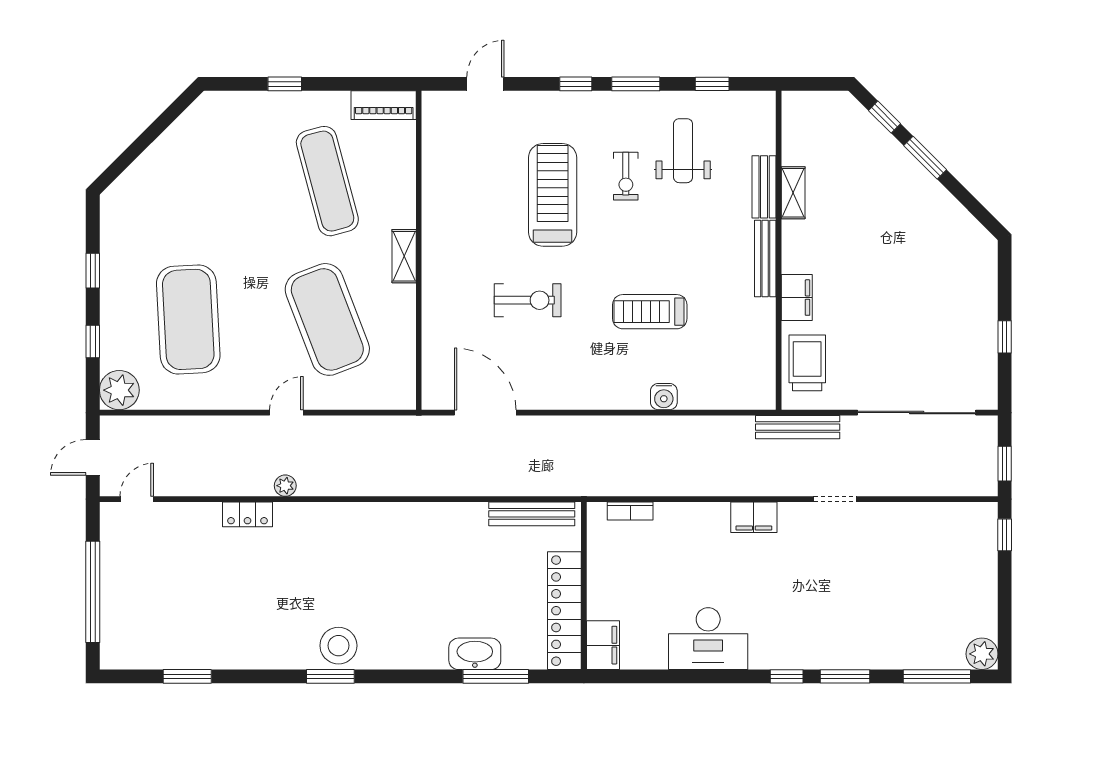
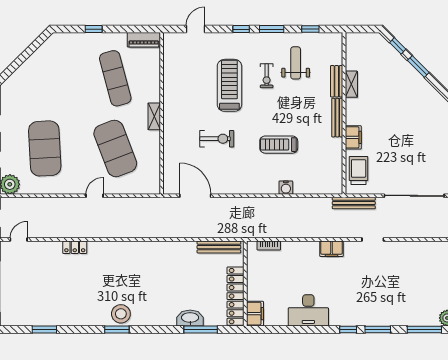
plant: (285, 486) -> (94, 233), removed

